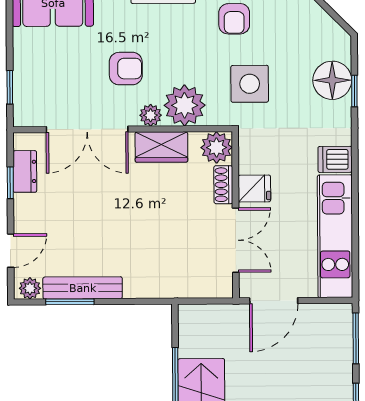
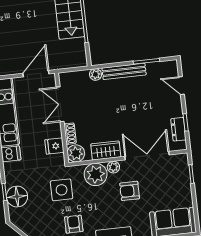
fridge: (254, 189) -> (54, 146), moved
door: (11, 251) -> (181, 86), hinge flipped
plant: (30, 288) -> (96, 74), moved
bench: (83, 288) -> (124, 71), moved

